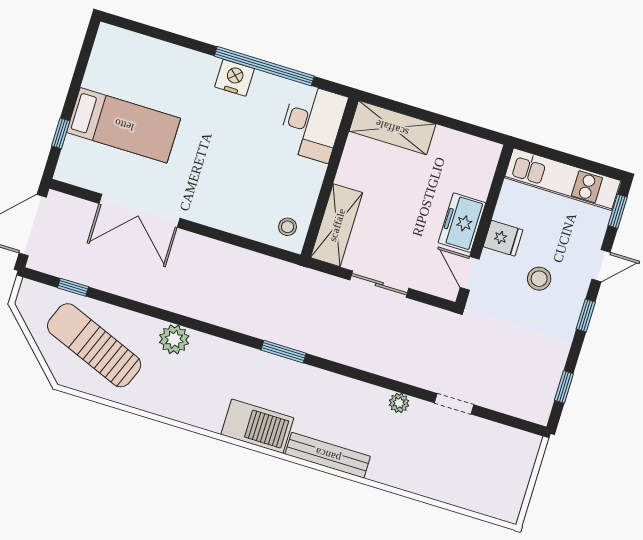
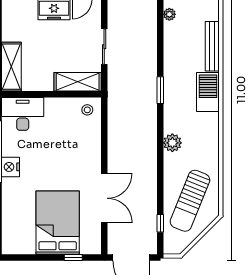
bed: (124, 125) -> (58, 223), width x1.50
plant: (174, 339) -> (172, 143), moved

